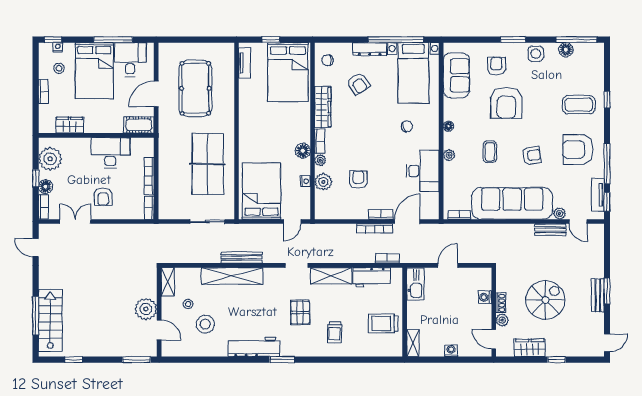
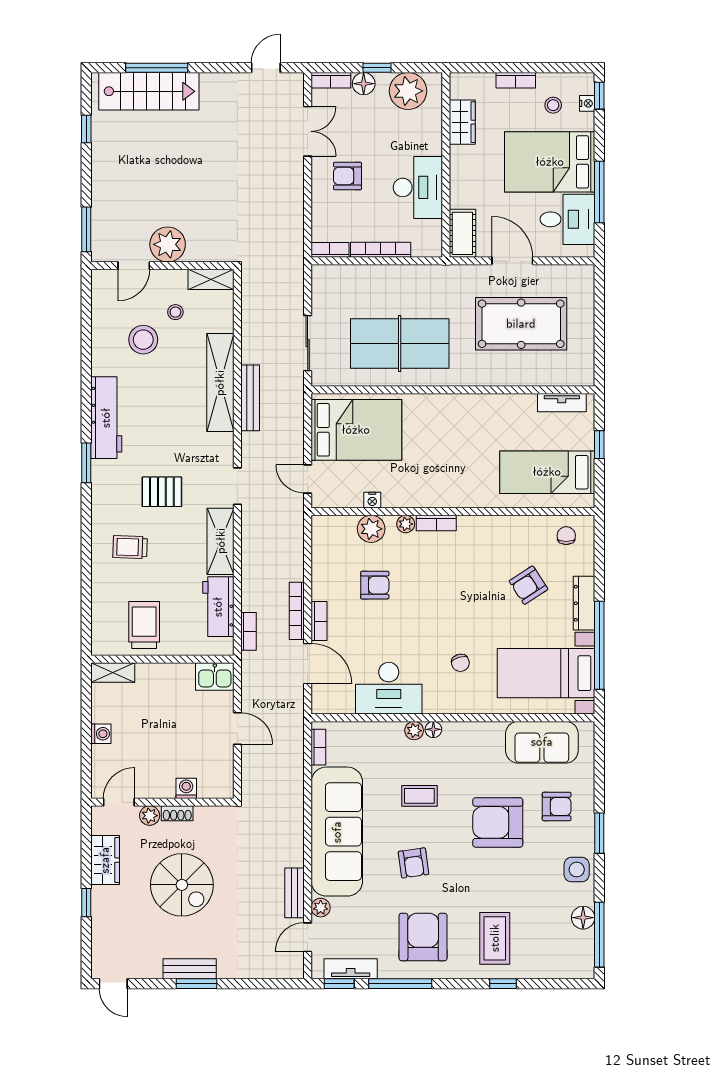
bed: (288, 72) -> (547, 472), width x0.67
wardrobe: (323, 107) -> (491, 528), removed
floor lamp: (448, 126) -> (433, 729), moved
floor lamp: (303, 151) -> (421, 496), removed
kitchen sink: (415, 284) -> (215, 677), width x0.73

